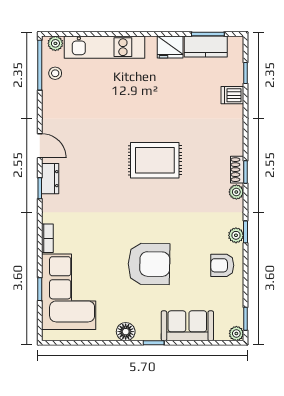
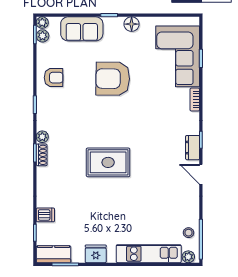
kitchen counter: (206, 47) -> (54, 254), moved
plant: (236, 235) -> (43, 36), moved

